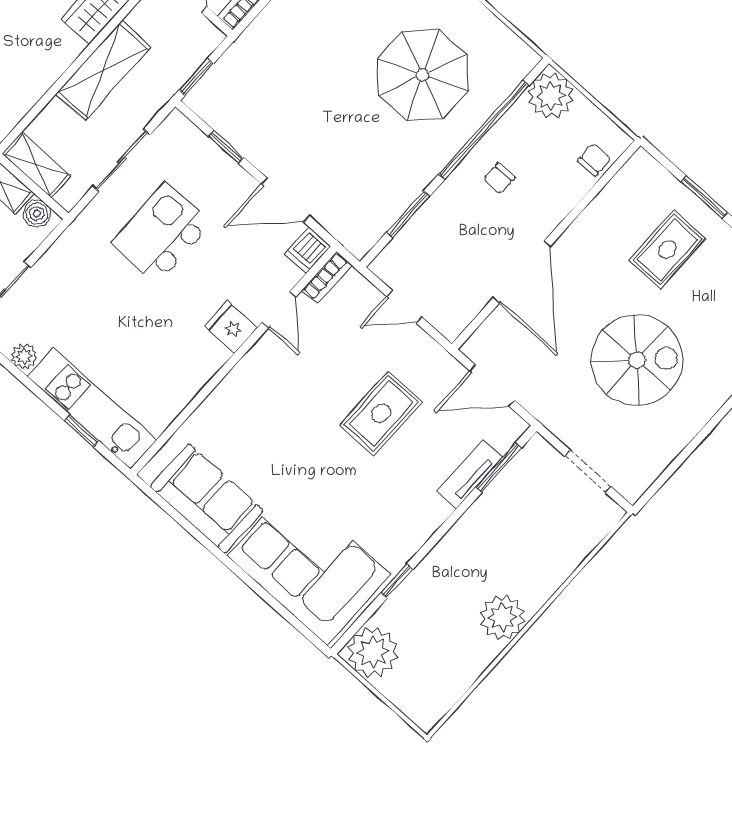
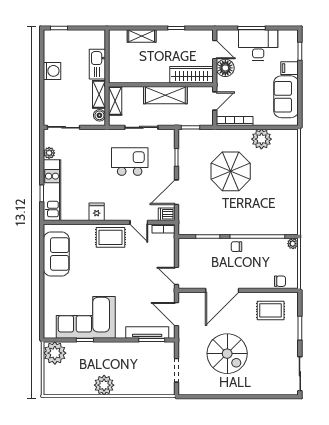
parasol: (423, 75) -> (231, 171), moved
plant: (551, 96) -> (293, 244), width x0.53, depth x0.53
chair: (499, 178) -> (236, 247), moved
door: (285, 200) -> (177, 192), hinge flipped
rug: (667, 250) -> (271, 310), moved
door: (404, 307) -> (177, 276), moved
door: (279, 310) -> (139, 222), hinge flipped
fridge: (231, 327) -> (97, 212), moved
rug: (381, 413) -> (111, 237), moved
tv unit: (470, 474) -> (147, 333), width x1.41
corner sofa: (309, 565) -> (86, 317), moved, turned -90

